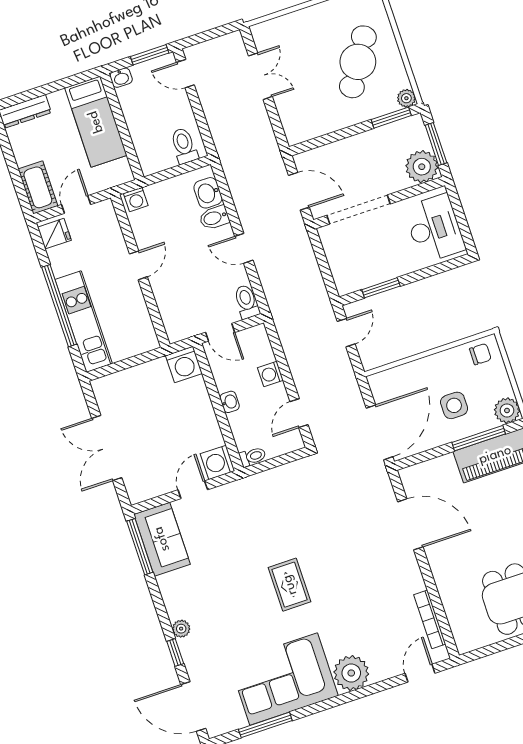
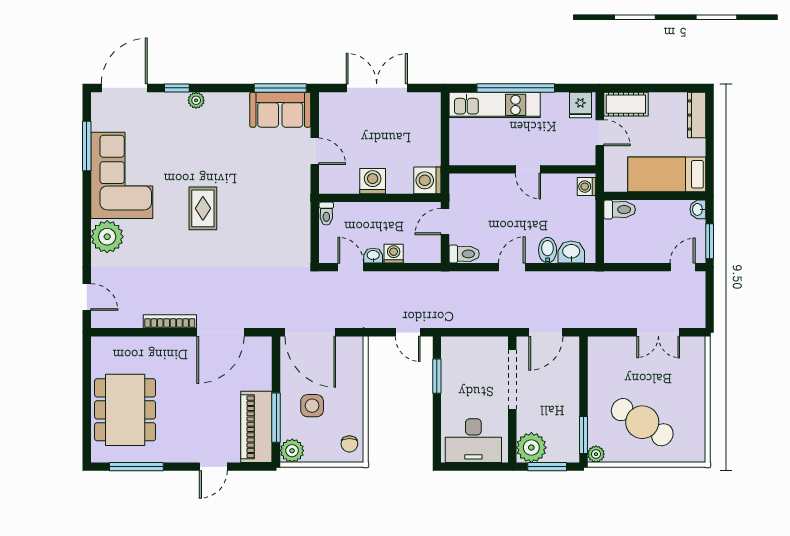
toilet: (184, 146) -> (620, 210), moved
washbasin: (230, 402) -> (373, 256), moved, turned 180
washing machine: (218, 462) -> (373, 181), moved
rug: (290, 585) -> (203, 208), turned 90
bookcase: (430, 619) -> (170, 321), moved

